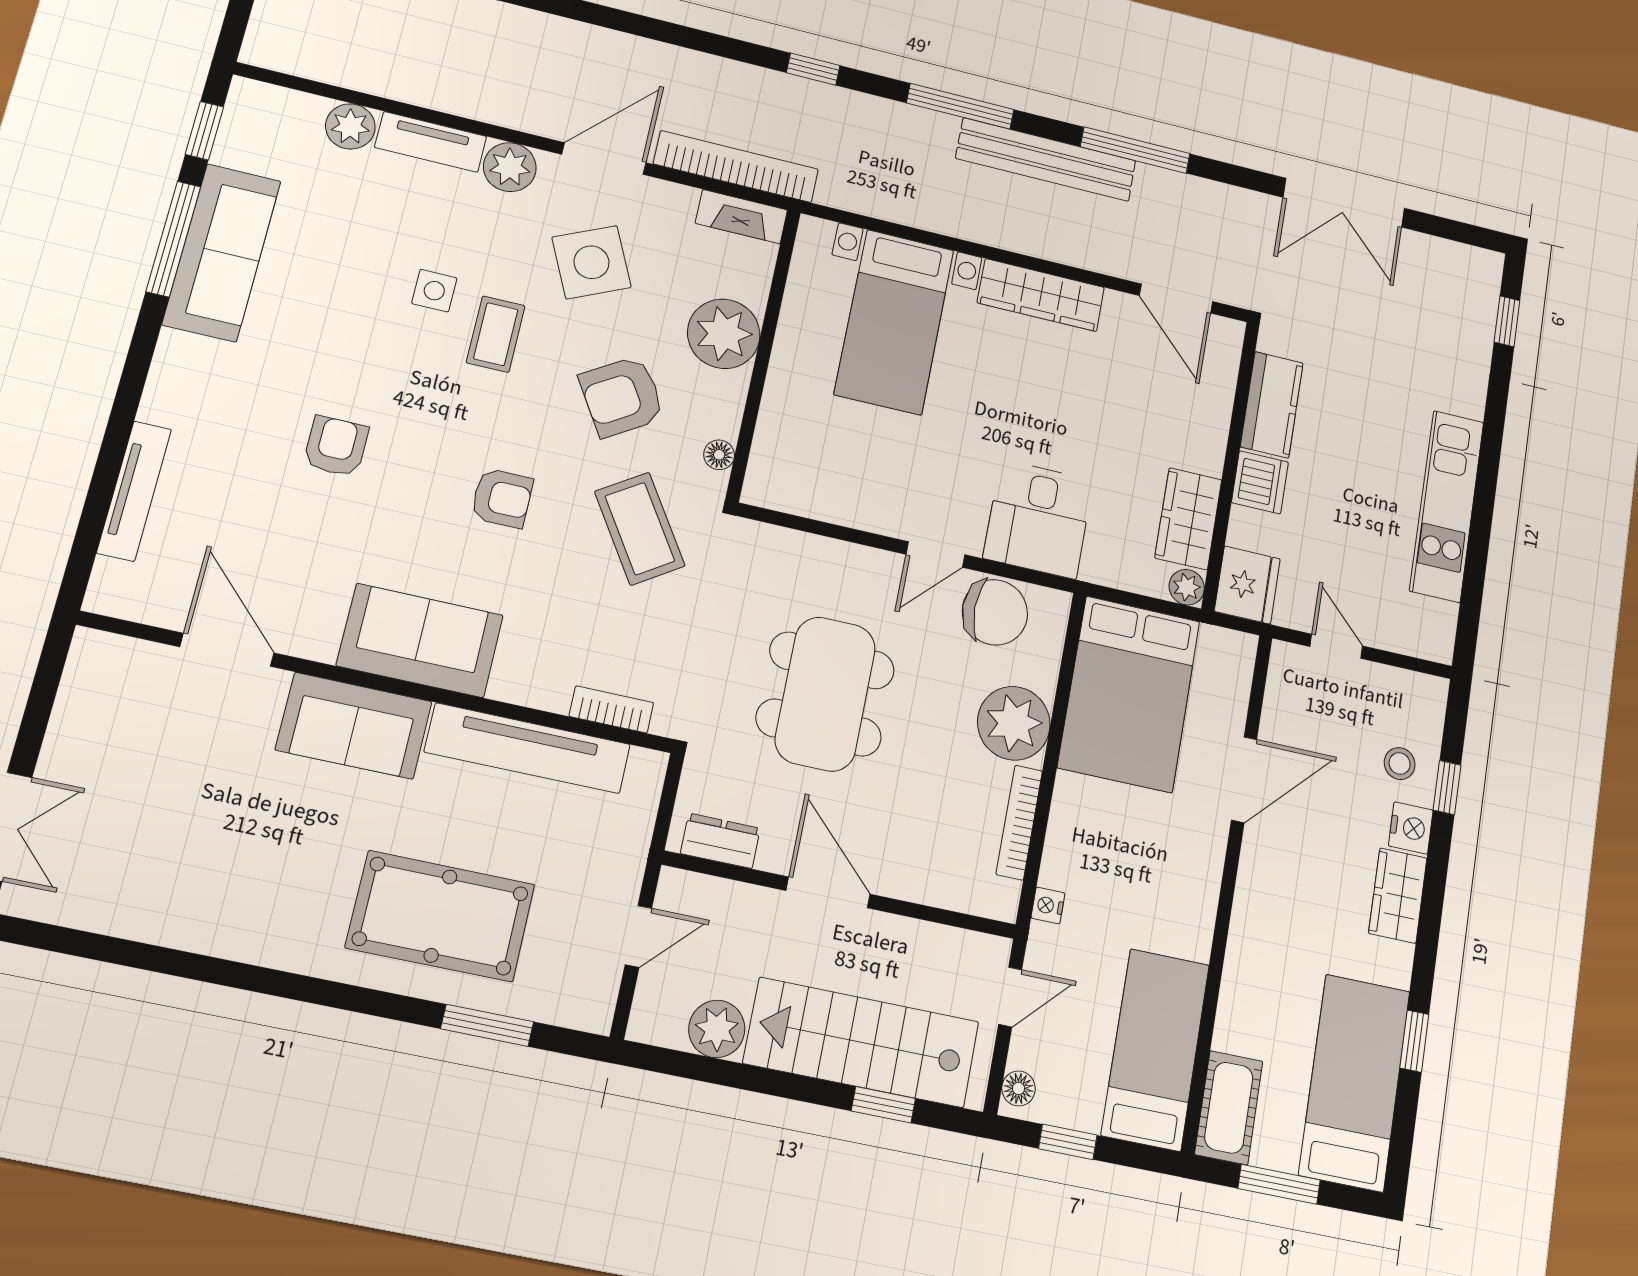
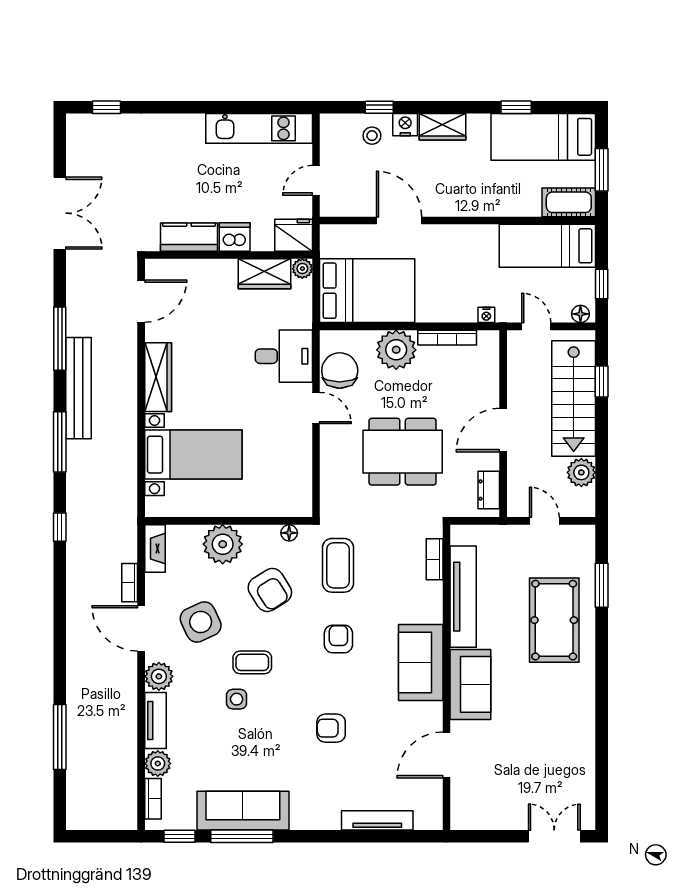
bookcase: (287, 102) -> (153, 799), added
bookcase: (736, 167) -> (130, 583), width x0.43, depth x0.76
kitchen unit: (1447, 506) -> (259, 128), moved
coffee table: (640, 529) -> (338, 565), turned -57

